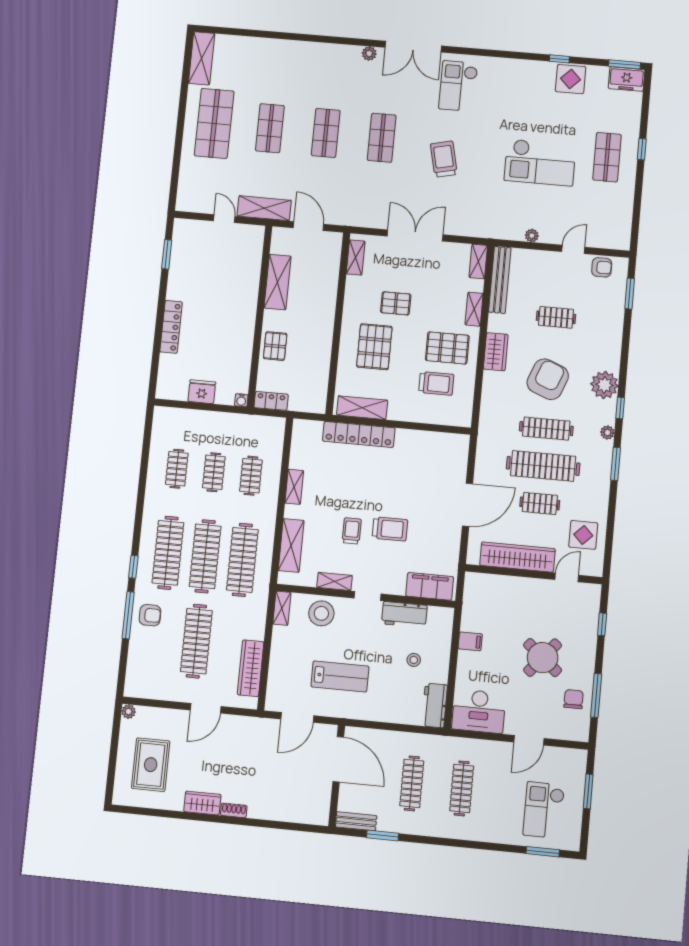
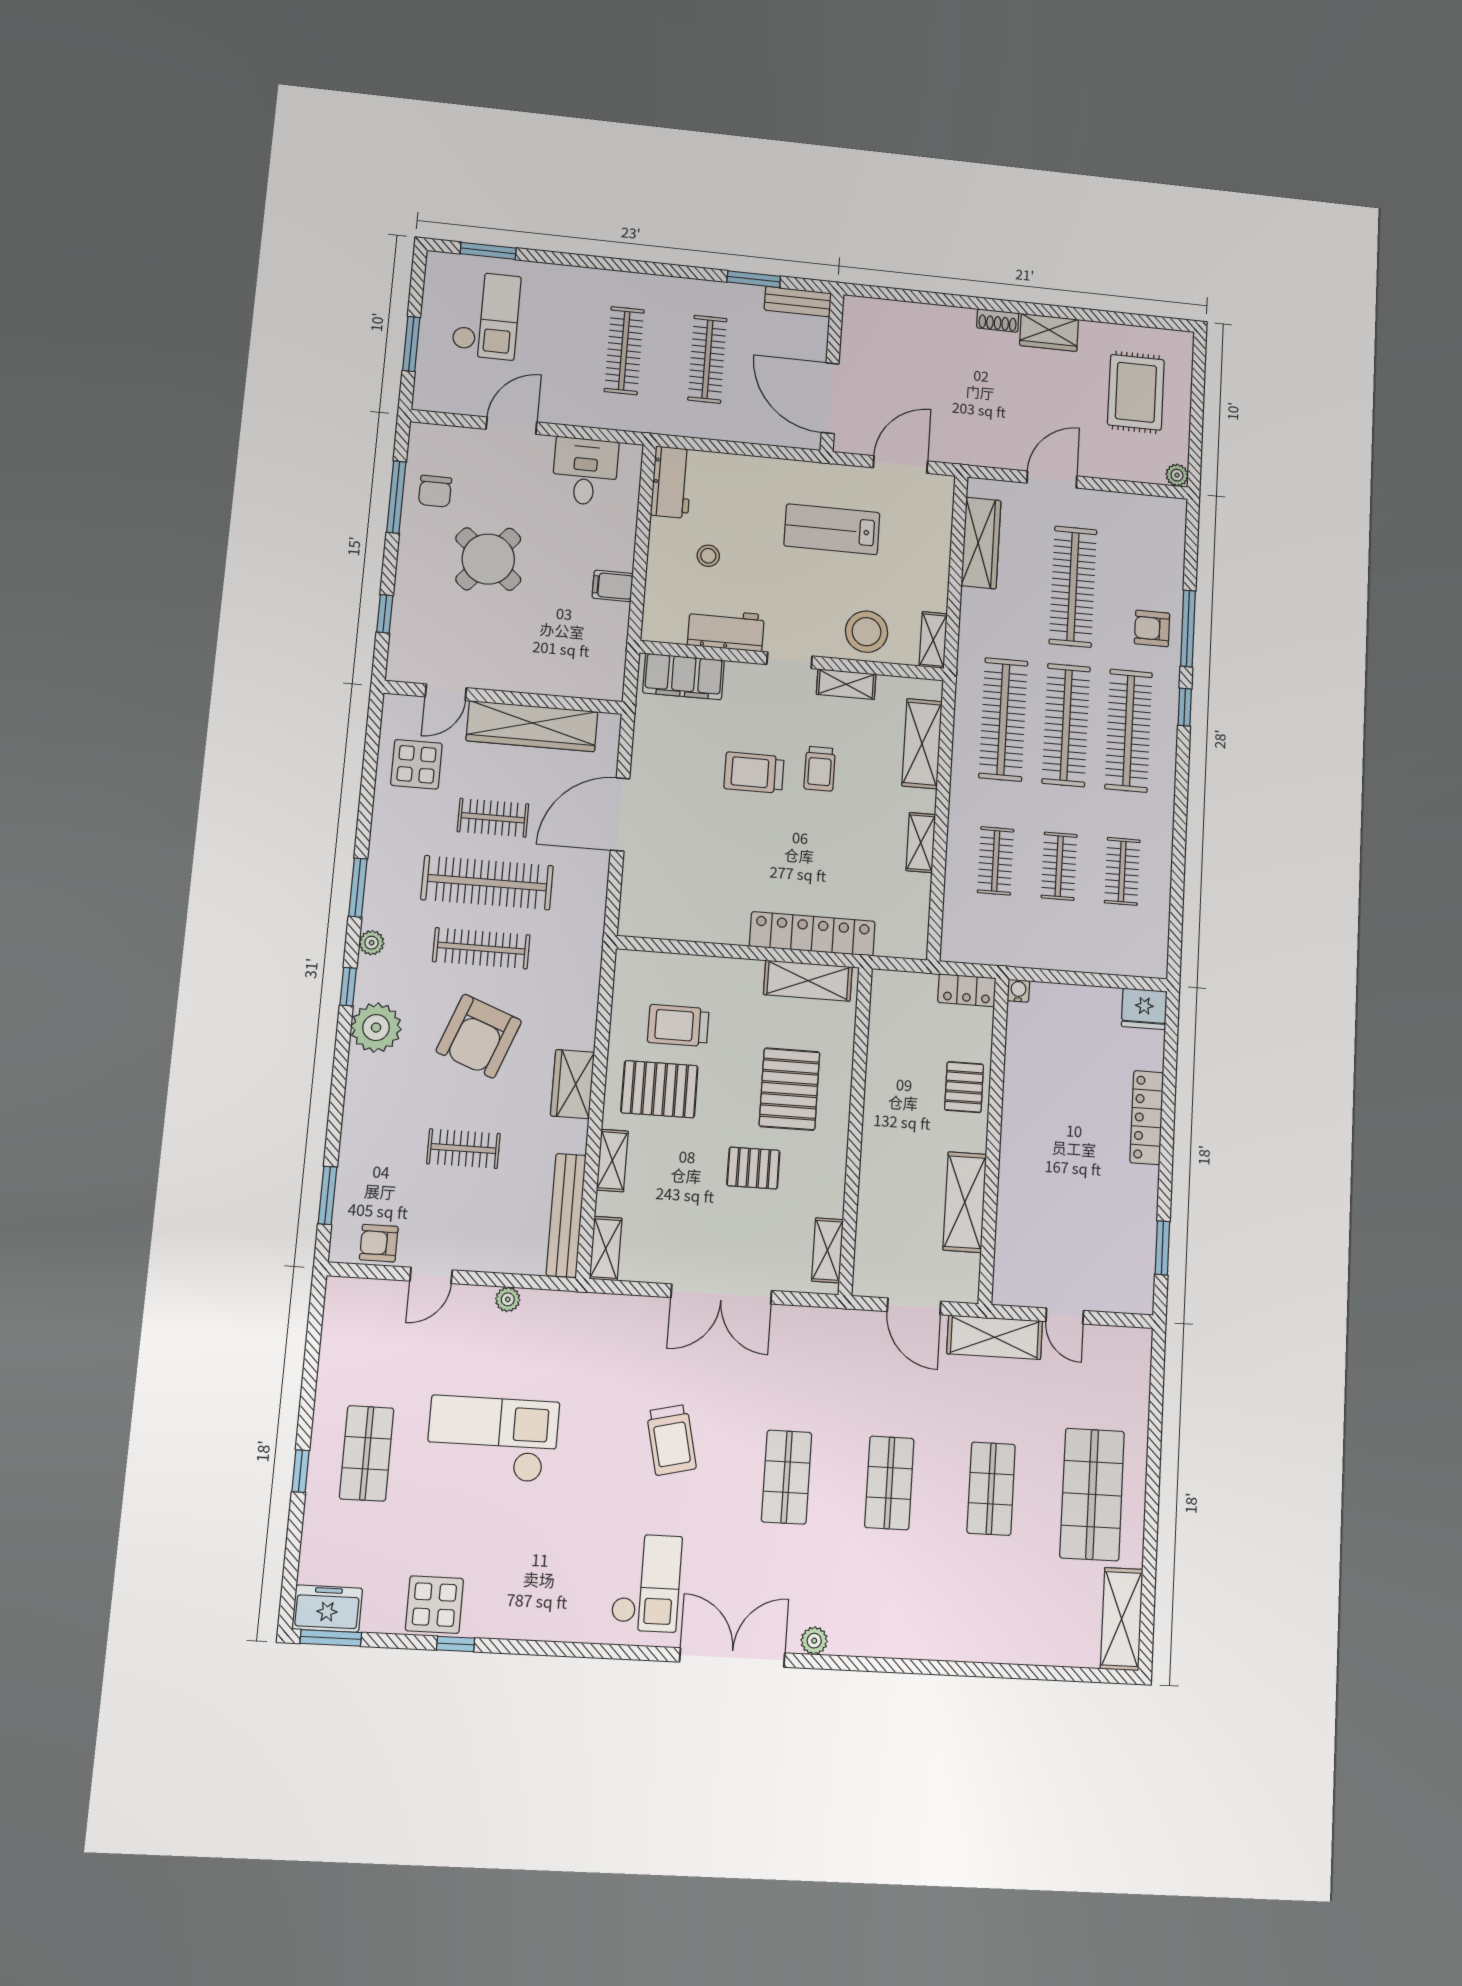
fridge: (202, 392) -> (1144, 1009), moved
desk: (479, 711) -> (585, 471), width x0.73

